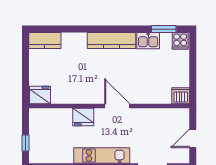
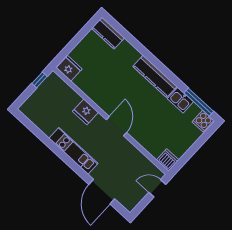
window: (164, 29) -> (199, 102), width x1.44
door: (193, 138) -> (157, 188), moved
window: (25, 143) -> (39, 80), moved

